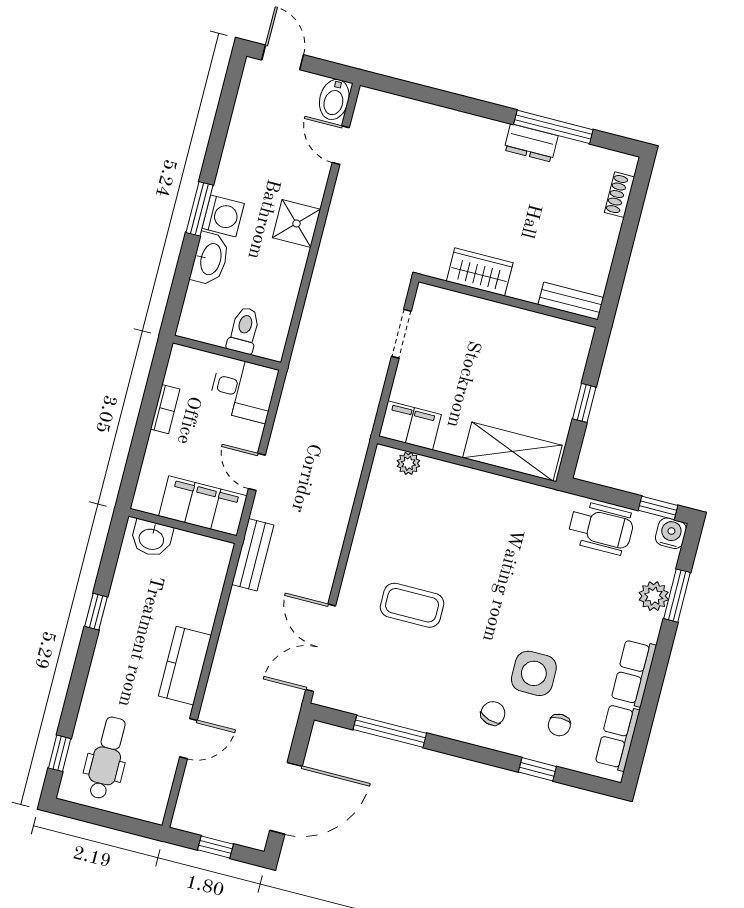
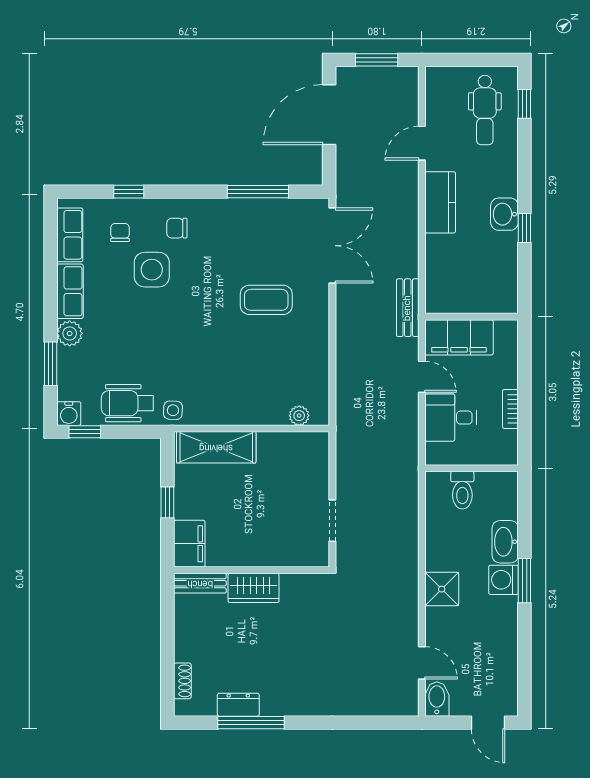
dresser: (531, 143) -> (238, 705), moved
wardrobe: (480, 272) -> (254, 588), moved
desk: (243, 389) -> (450, 418), moved
filing cabinet: (410, 425) -> (189, 544), moved, turned -90
side table: (551, 507) -> (173, 410), added
washbasin: (152, 538) -> (504, 214), moved, turned -90
plant: (654, 596) -> (70, 333), moved
chair: (493, 713) -> (177, 228), turned 74
window: (216, 847) -> (377, 60), width x1.50

